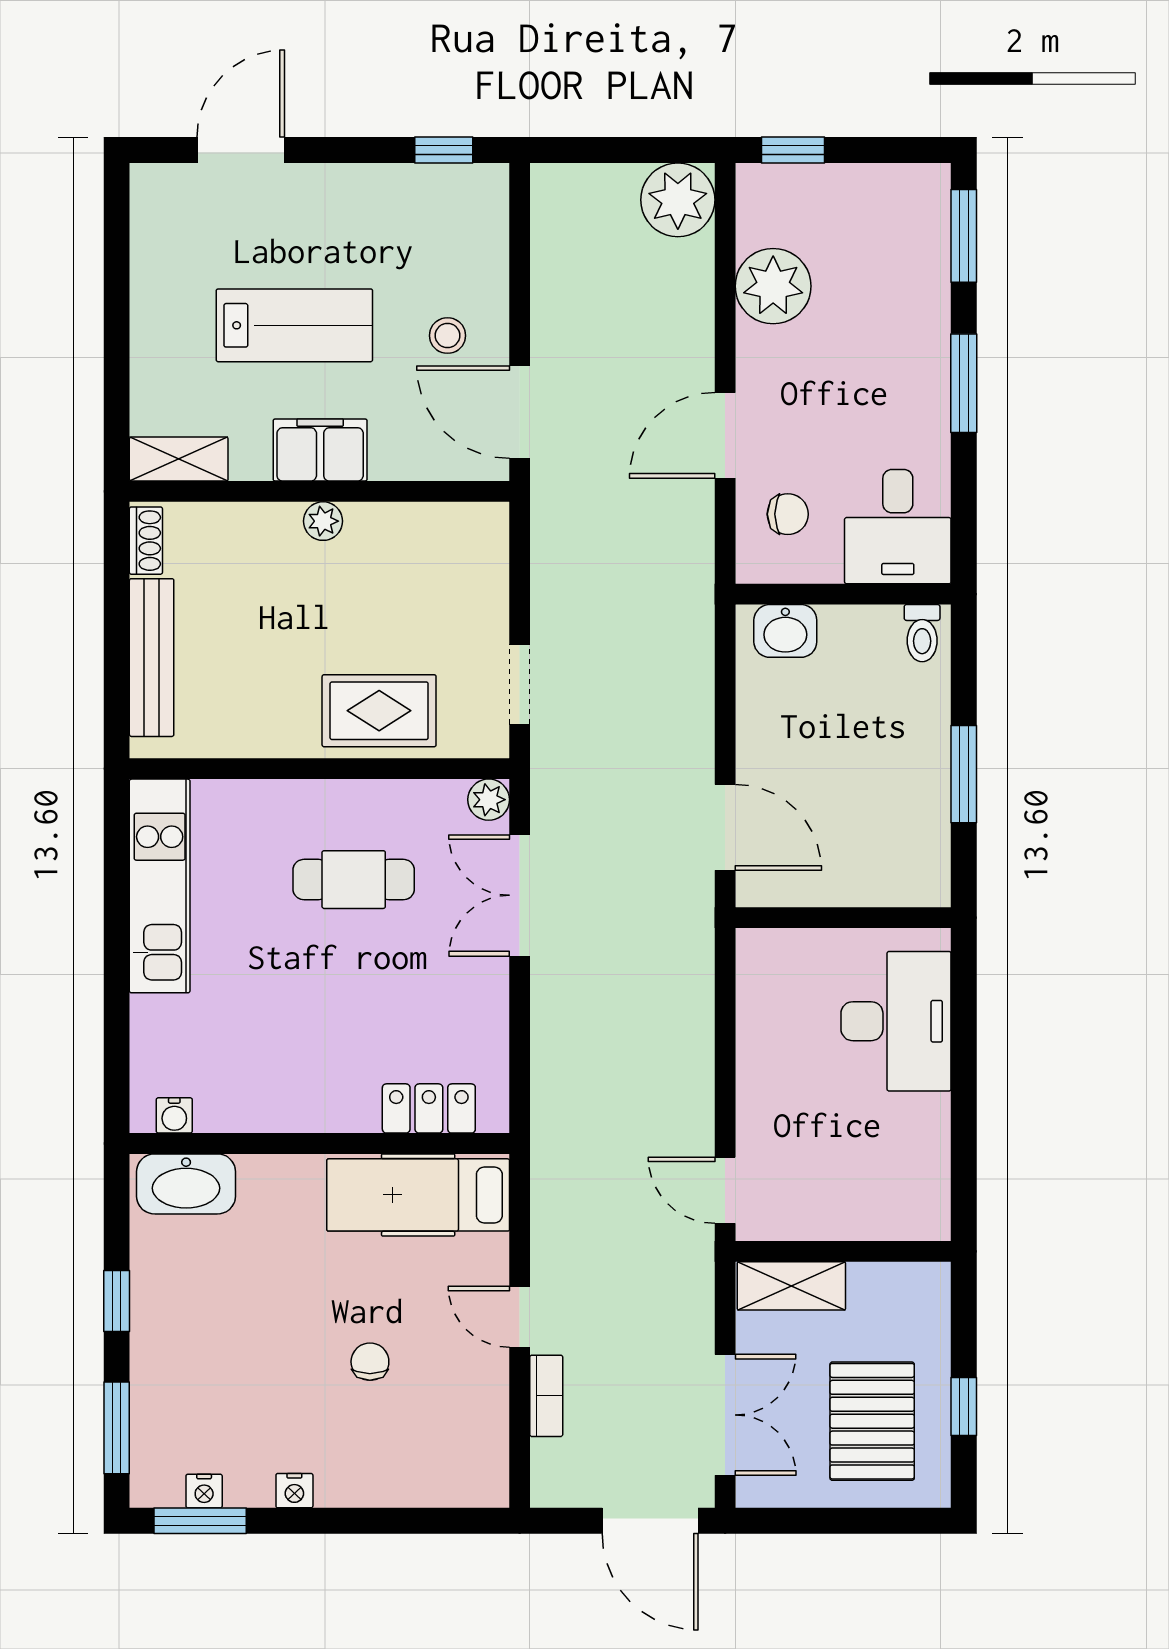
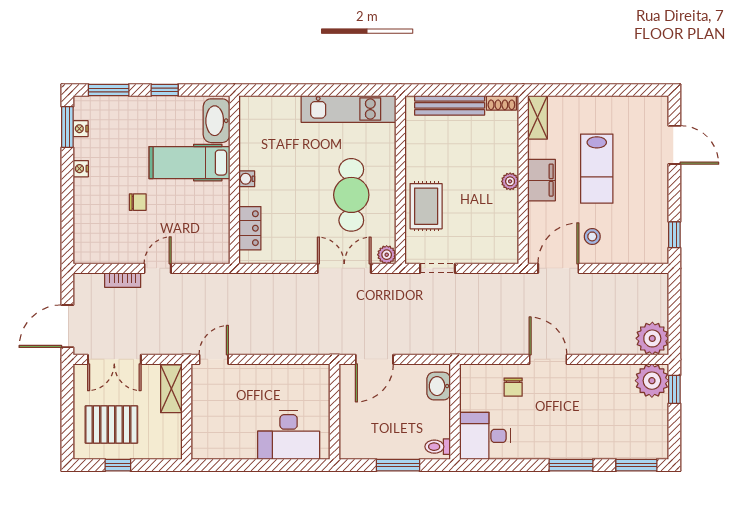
plant: (773, 286) -> (652, 381), moved
desk: (898, 527) -> (485, 436), moved
wall: (843, 594) -> (455, 412), moved
washbasin: (785, 631) -> (439, 386), moved
toilet: (922, 633) -> (438, 447), moved
cafe table: (354, 880) -> (351, 195), width x1.37, depth x1.35
water cooler: (174, 1115) -> (247, 179), moved
hospital bed: (418, 1195) -> (189, 163), moved, turned -90

